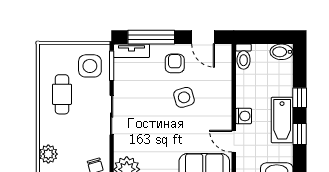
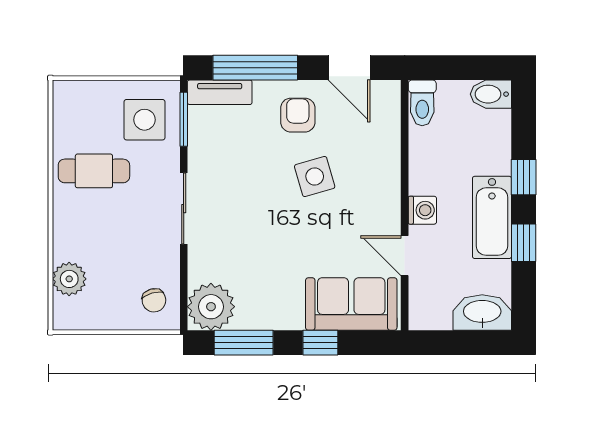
cafe table: (62, 94) -> (94, 171), turned 90

